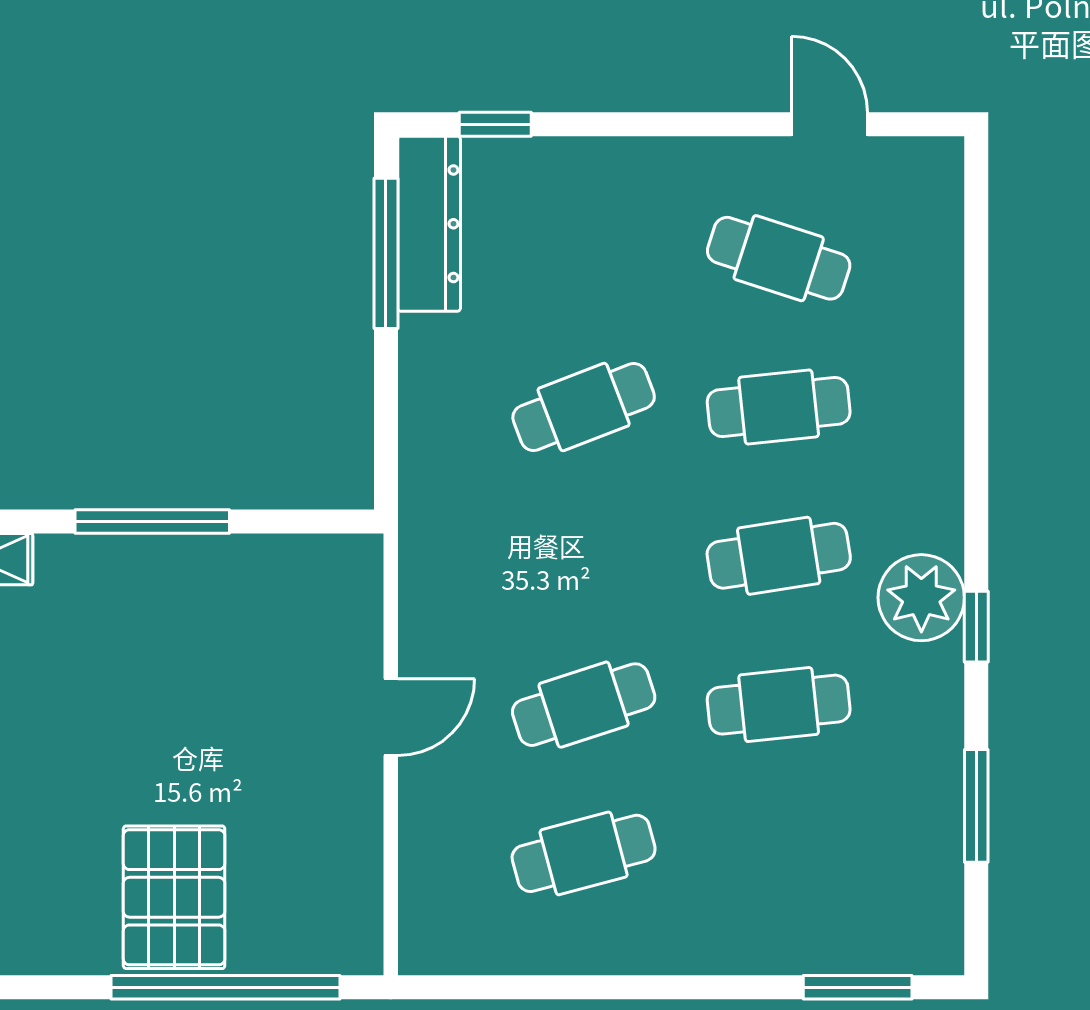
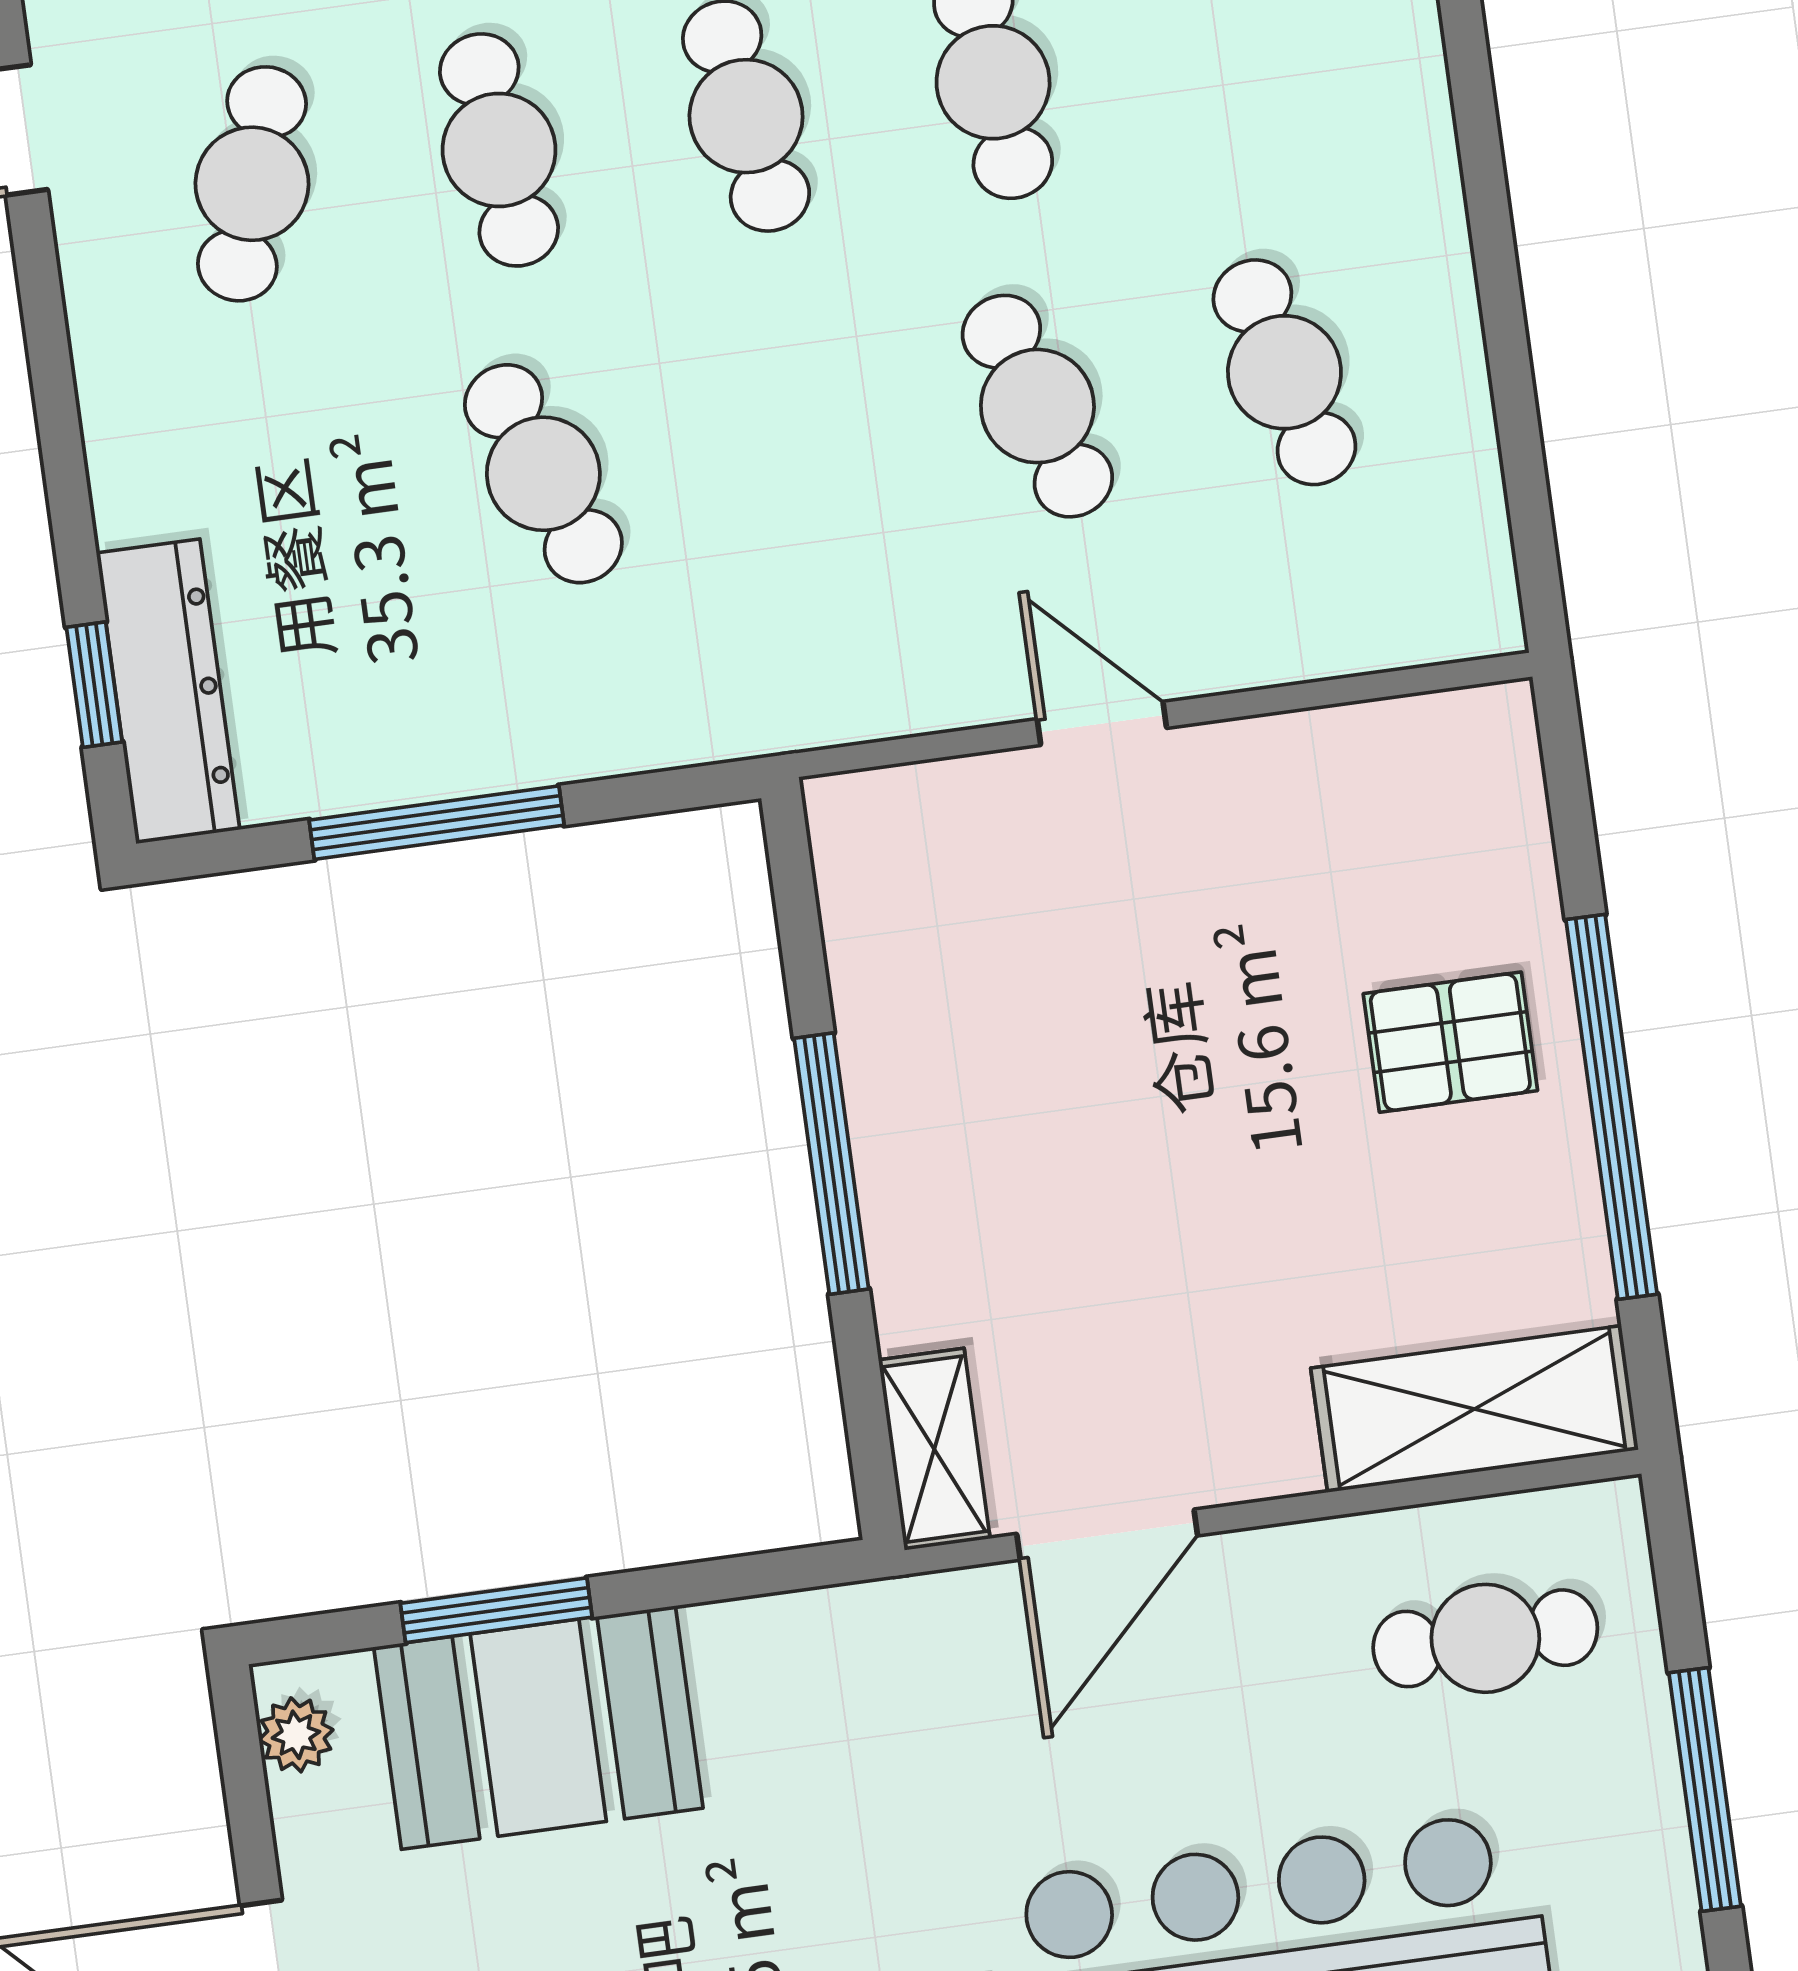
dresser: (429, 224) -> (168, 691), moved, turned 90
window: (386, 253) -> (437, 823), moved
pallet: (174, 897) -> (1450, 1042), width x0.67, depth x0.71
window: (226, 987) -> (1611, 1107), moved

